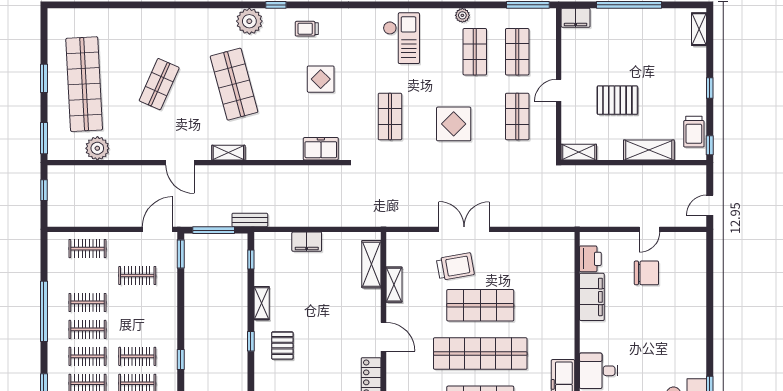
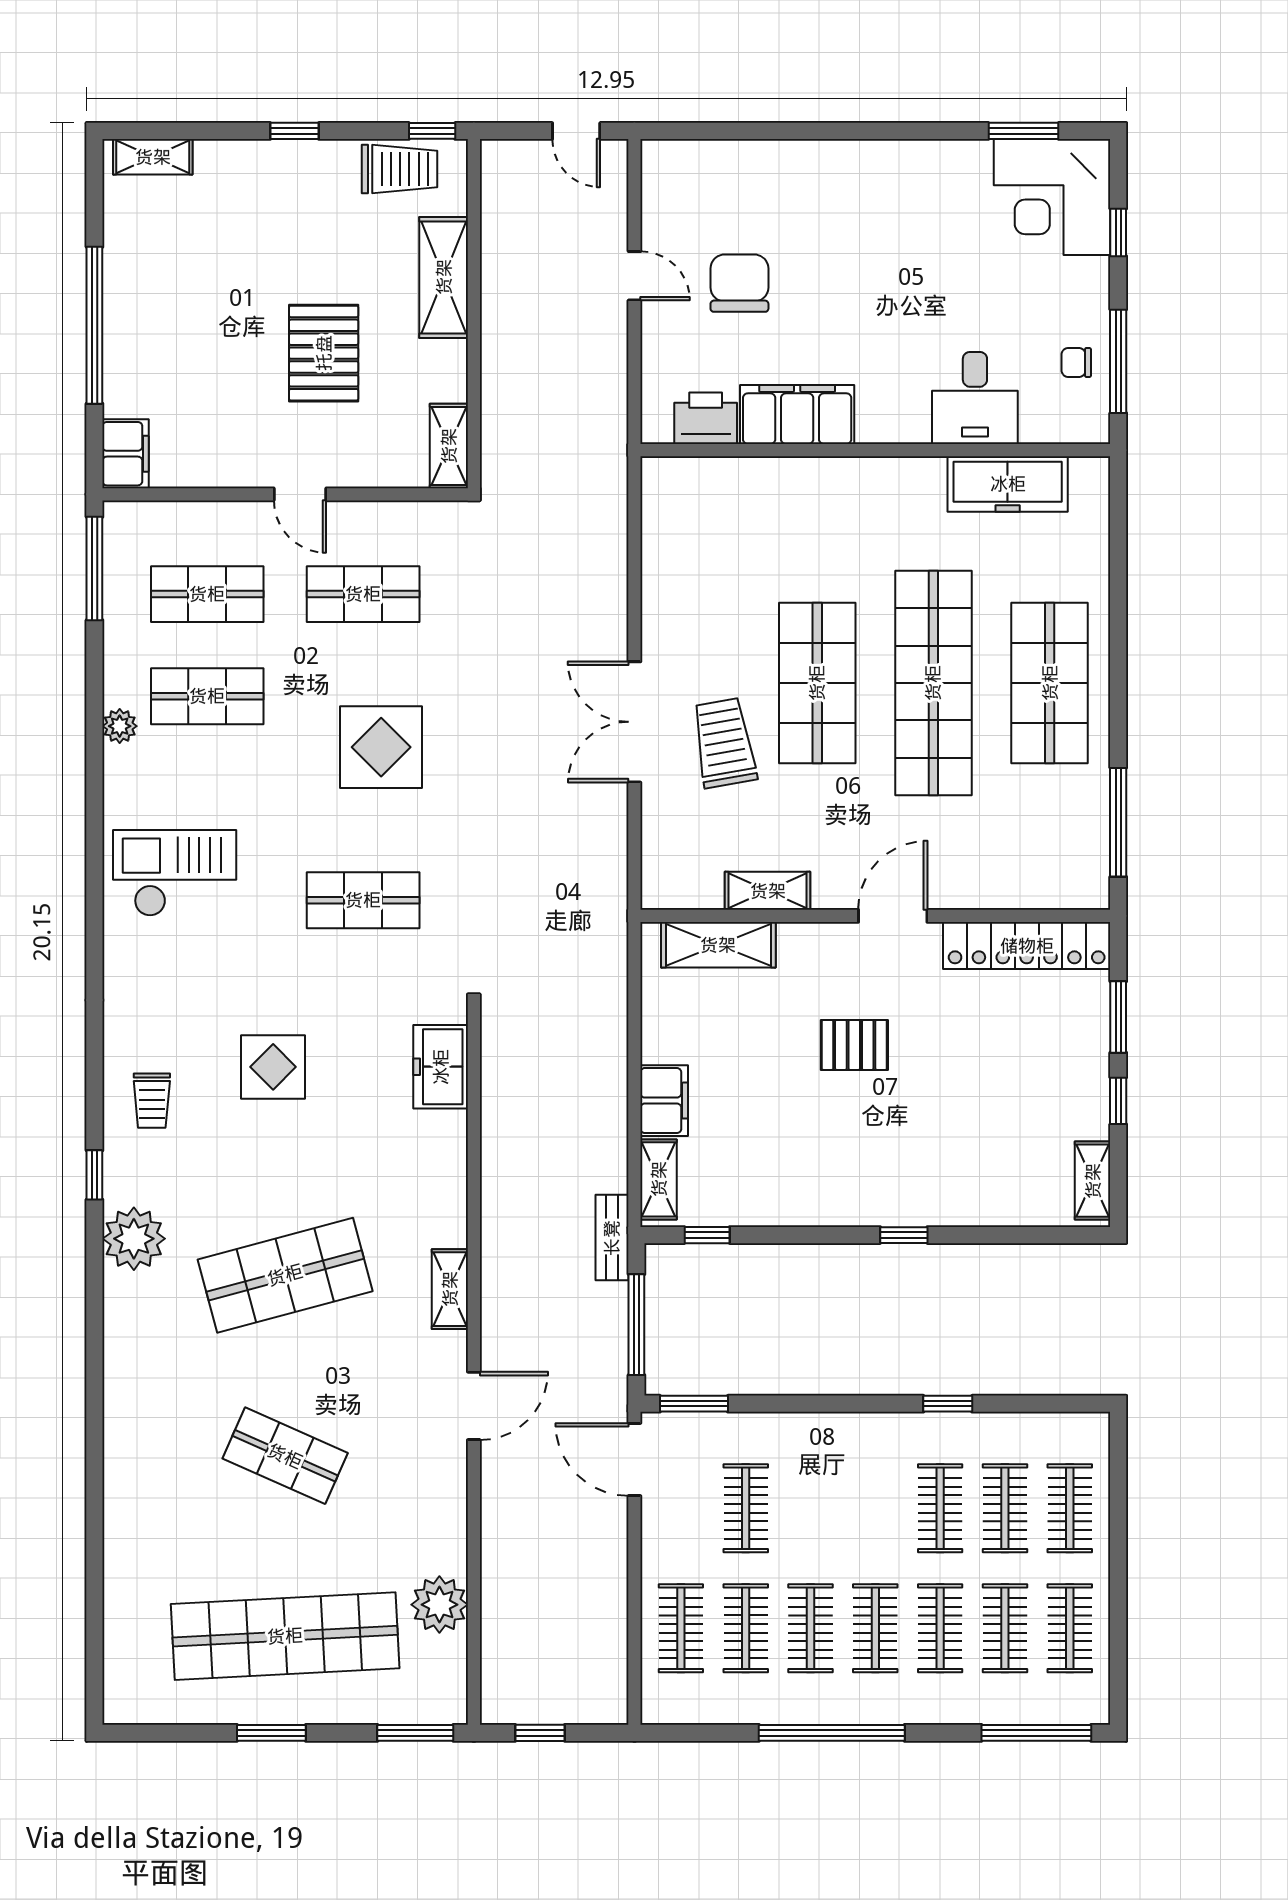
clothes rail: (87, 276) -> (746, 1628), added
shelving: (262, 303) -> (659, 1179), moved, turned 90
pallet: (282, 346) -> (854, 1045), moved

